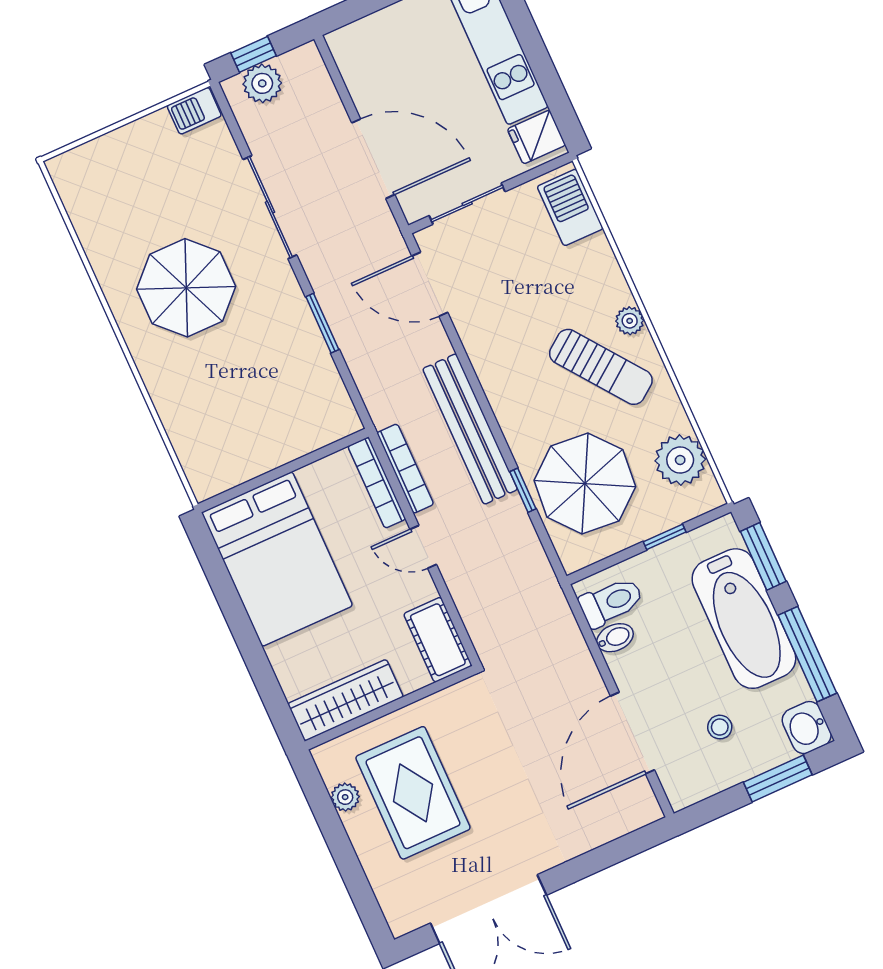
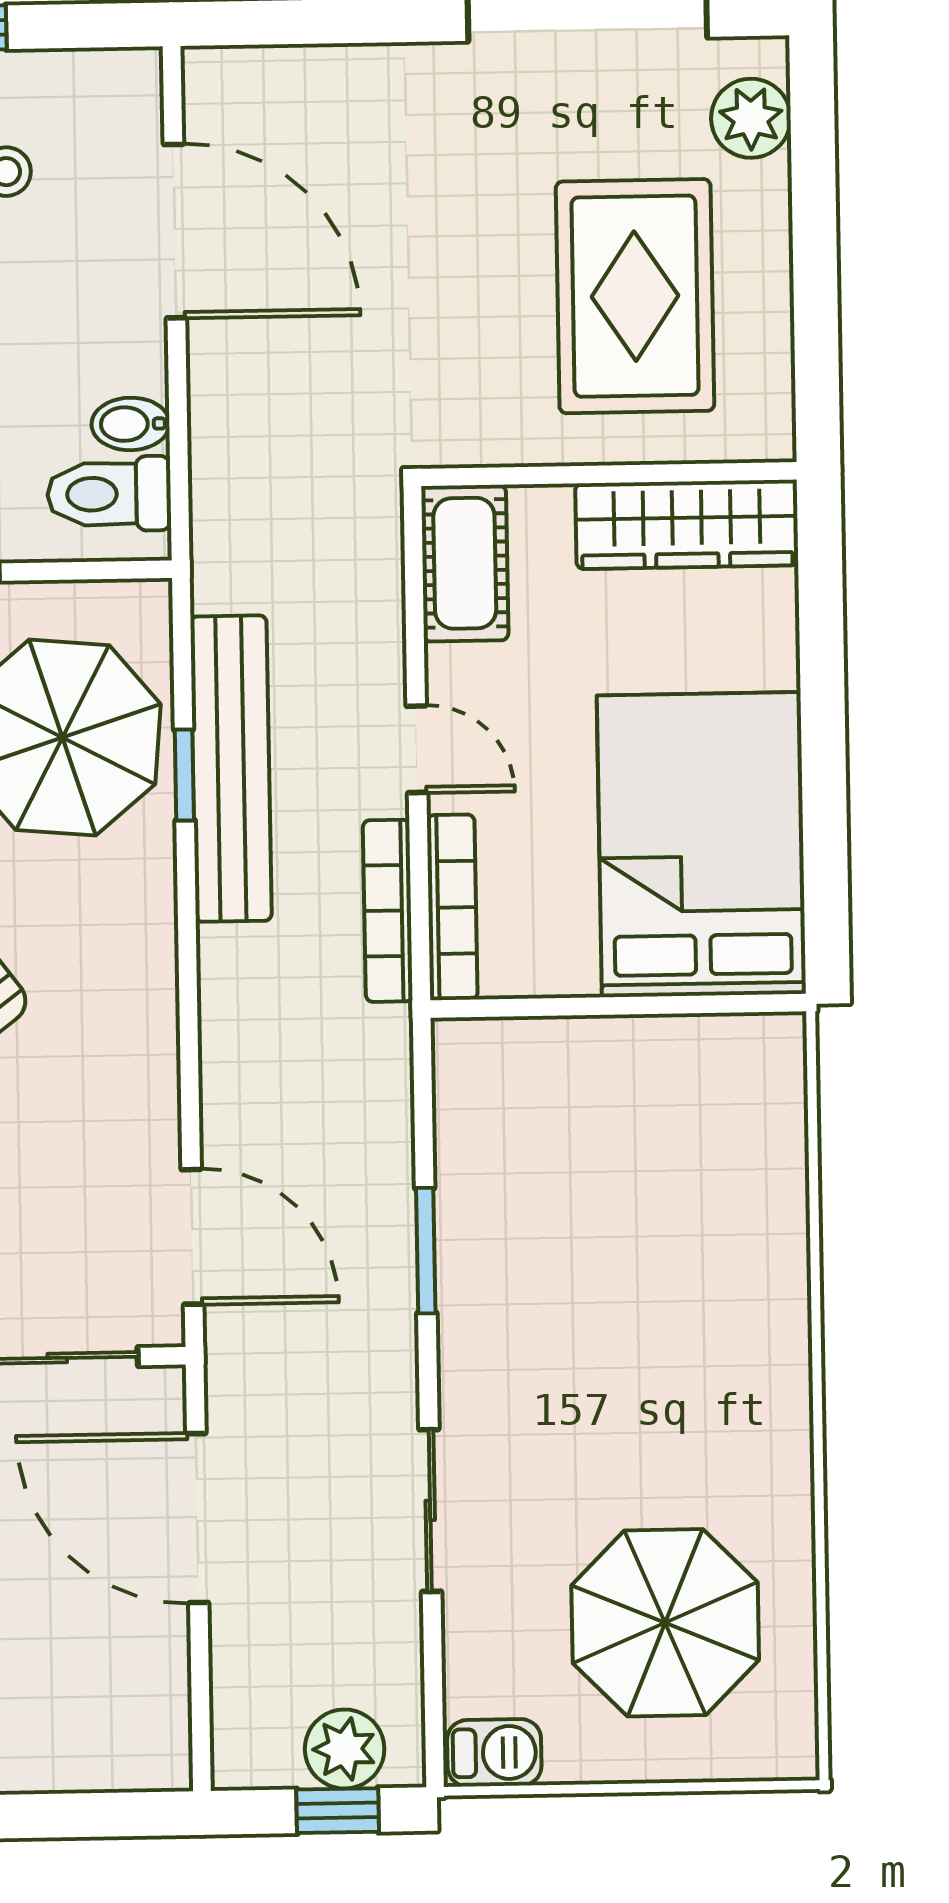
sliding door: (270, 207) -> (430, 1510), width x0.73
parasol: (186, 288) -> (665, 1623), moved
bench: (470, 429) -> (231, 769), moved
door: (632, 733) -> (175, 231), hinge flipped
plant: (345, 797) -> (751, 118), moved, width x1.38, depth x1.38

